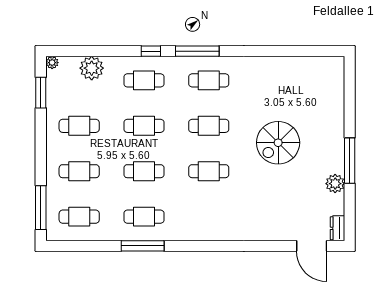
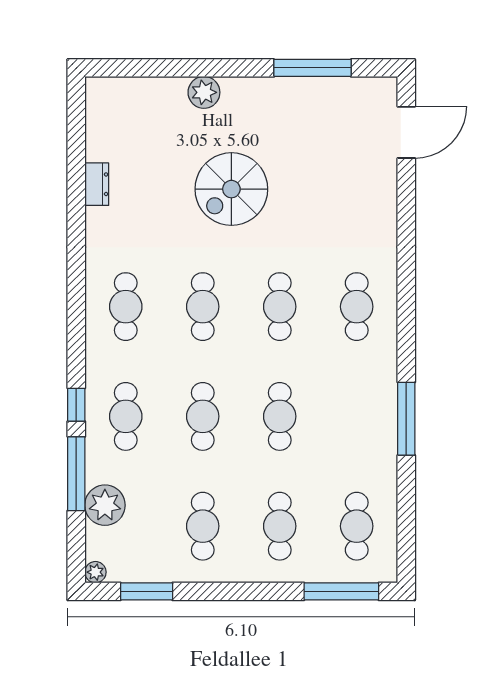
window: (197, 51) -> (76, 474), moved
spiral stairs: (278, 143) -> (231, 189), turned 90
window: (350, 161) -> (313, 68), moved
plant: (335, 184) -> (204, 92), moved
cafe table: (144, 217) -> (357, 307), moved
dresser: (337, 228) -> (97, 184), moved, turned -90

